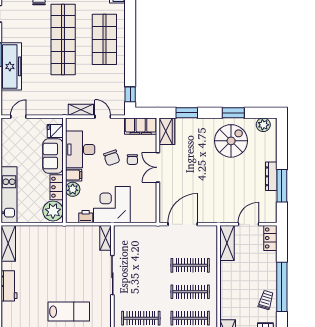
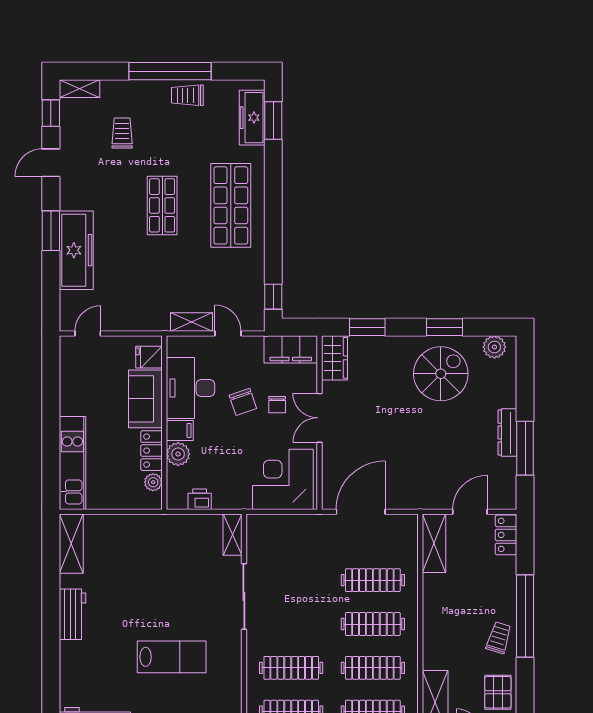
shop shelf: (63, 39) -> (162, 205), width x0.50, depth x0.74
corner desk: (112, 205) -> (283, 479), moved
plant: (53, 211) -> (153, 482), width x0.53, depth x0.53

